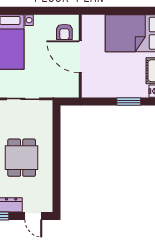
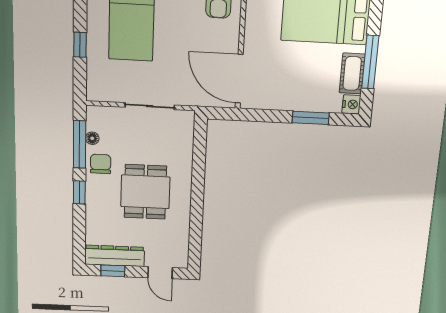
door: (80, 57) -> (239, 79), moved

